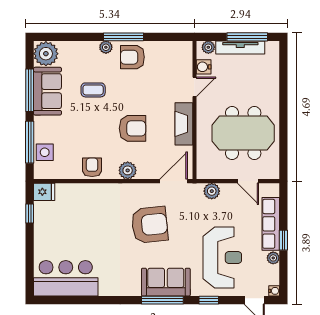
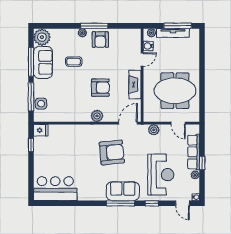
armchair: (132, 57) -> (100, 40), turned -90
armchair: (92, 167) -> (73, 114), removed

